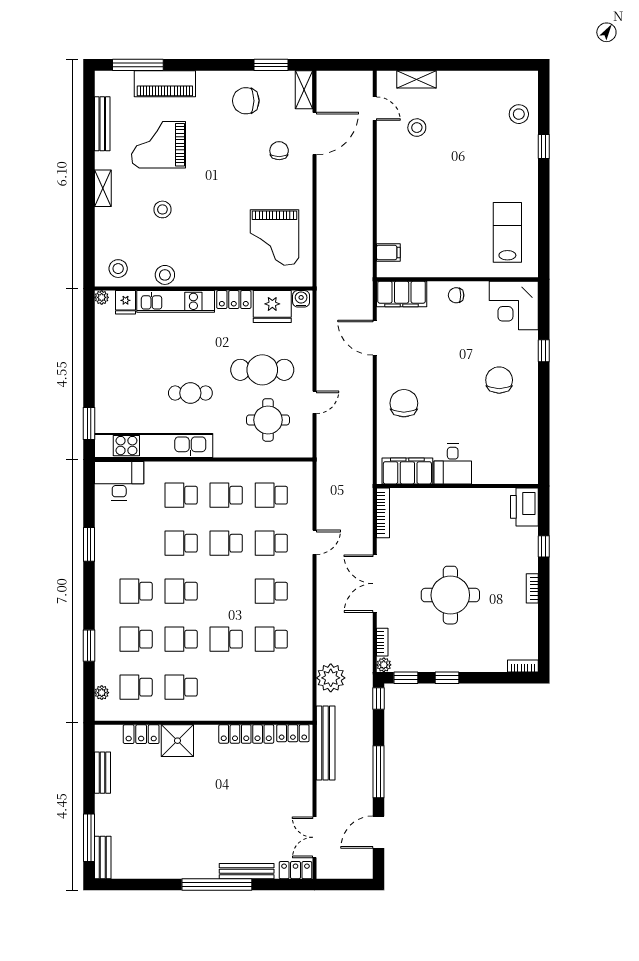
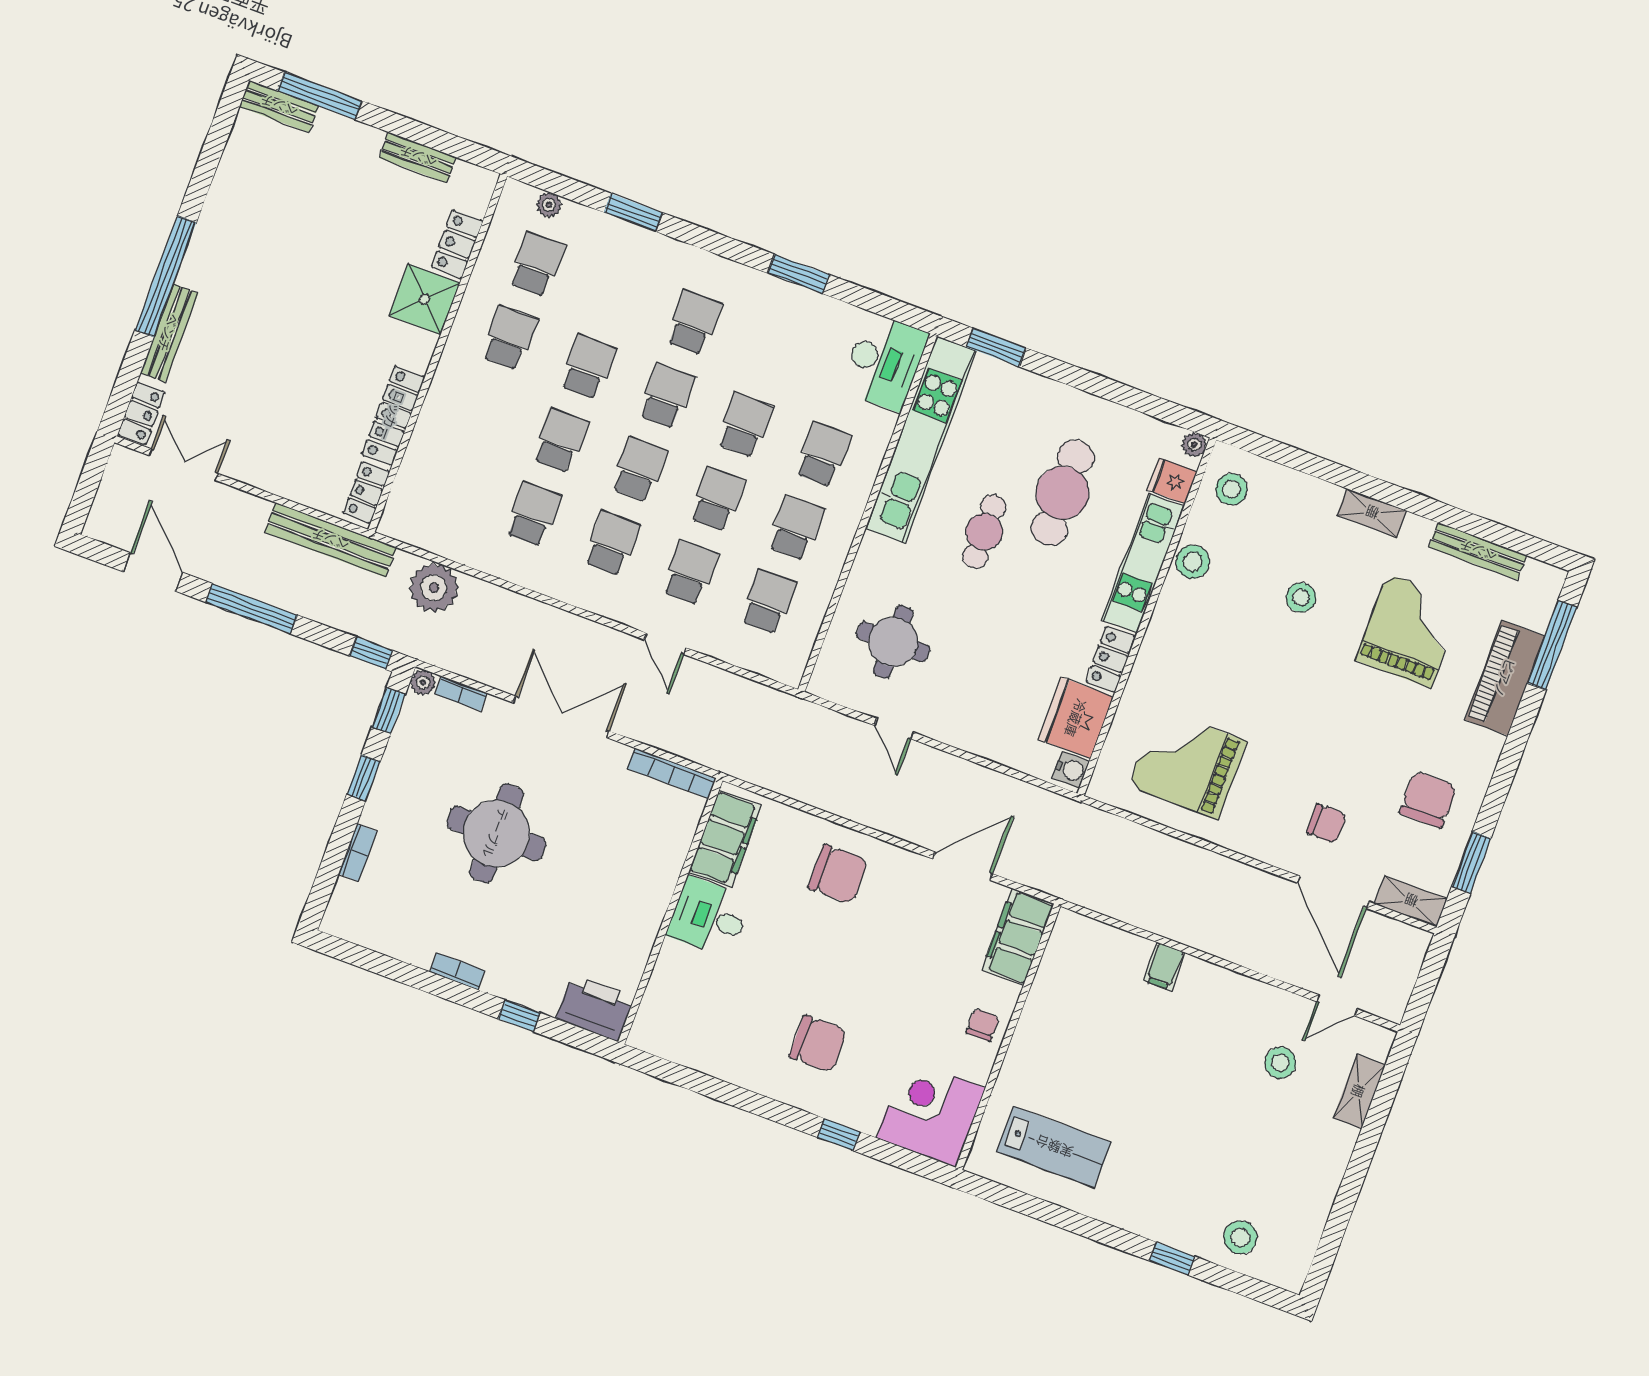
filing cabinet: (388, 253) -> (1164, 967), moved
cafe table: (262, 370) -> (1062, 493), moved
school desk: (136, 639) -> (639, 470), moved
bookcase: (523, 666) -> (358, 853), moved

